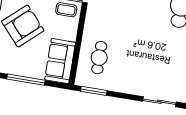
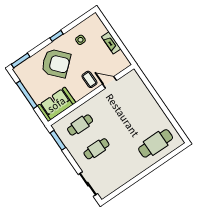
cafe table: (135, 64) -> (96, 149), added

